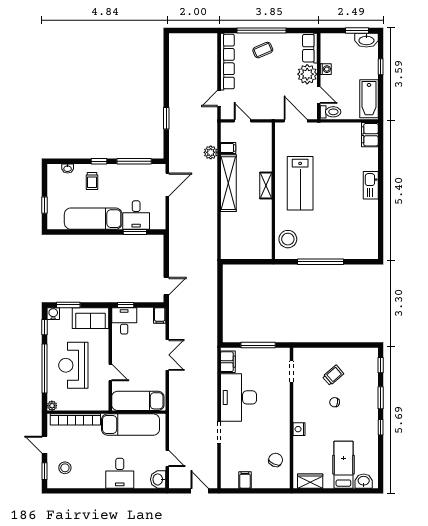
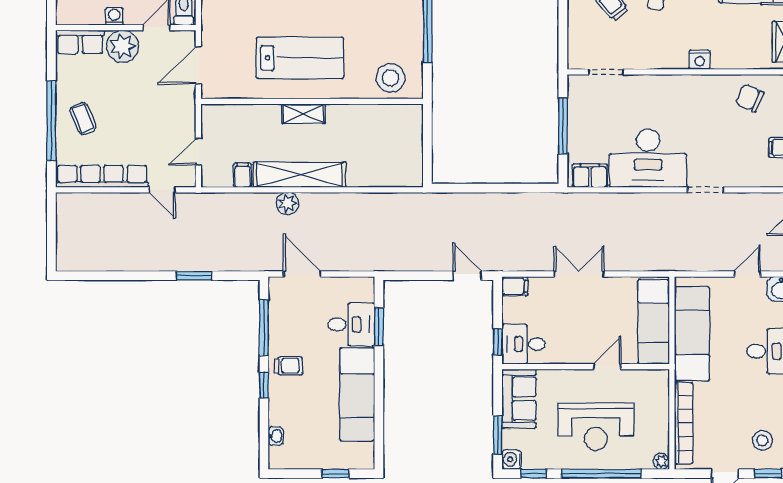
plant: (211, 152) -> (287, 203), moved
trolley: (92, 181) -> (288, 366), moved

